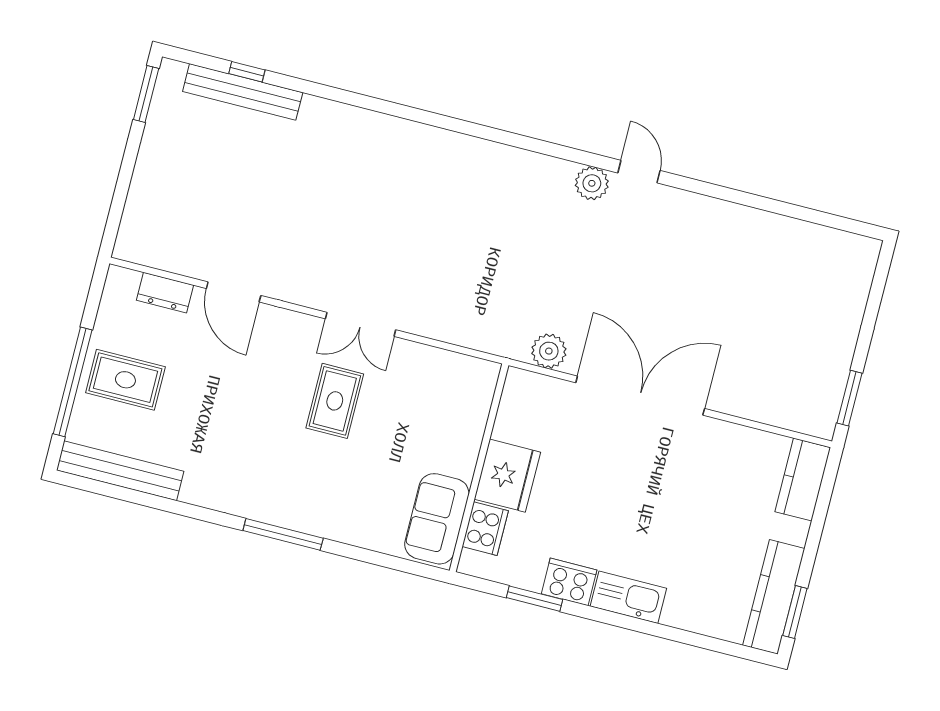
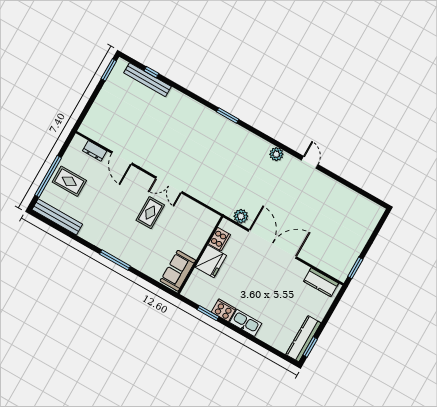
window: (453, 124) -> (228, 116), added
door: (639, 172) -> (310, 162), moved
kitchen counter: (803, 480) -> (321, 282), moved, turned -90
cooker: (485, 529) -> (219, 239), moved

